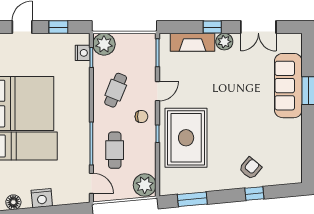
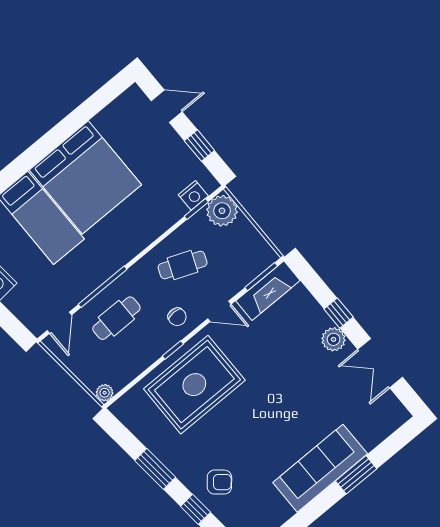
fireplace: (192, 42) -> (268, 291), moved, turned -90
sofa: (288, 86) -> (320, 468), moved
plant: (145, 185) -> (105, 393), width x0.53, depth x0.53
window: (192, 199) -> (155, 469), moved

